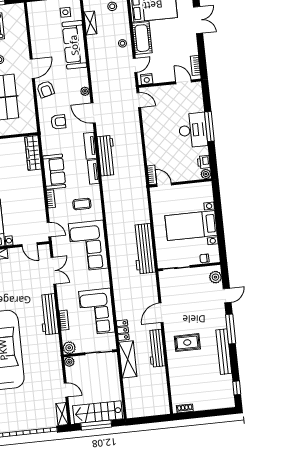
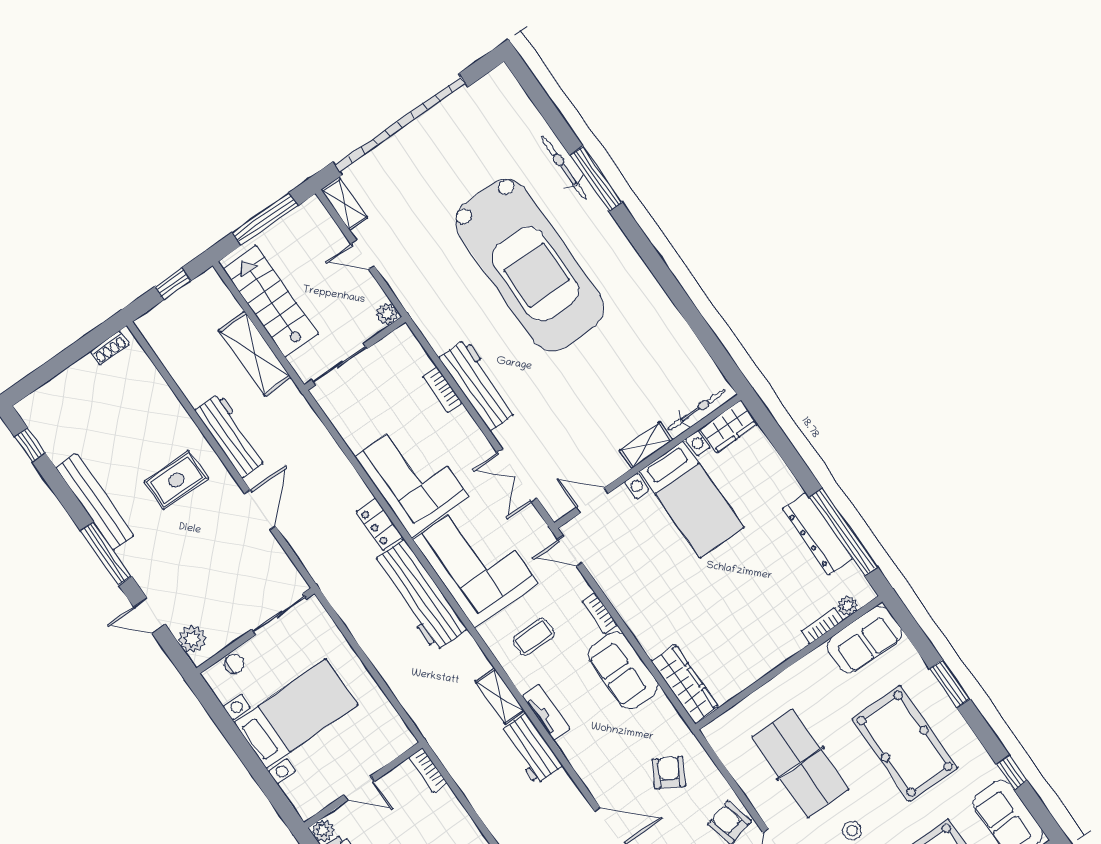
armchair: (58, 122) -> (669, 773), turned 120
tv unit: (90, 146) -> (581, 760), removed
workbench: (107, 156) -> (531, 749), width x0.73
door: (164, 185) -> (359, 788), moved
shelving: (108, 188) -> (500, 696), added
workbench: (144, 249) -> (419, 595), moved, turned 180
door: (227, 296) -> (149, 615), hinge flipped
corner sofa: (97, 312) -> (412, 477), moved
locker: (123, 330) -> (379, 524), moved
plant: (69, 348) -> (402, 341), removed
shelving: (128, 359) -> (255, 354), moved
stairs: (98, 412) -> (271, 301), moved, turned -90
window: (146, 420) -> (173, 284), added

